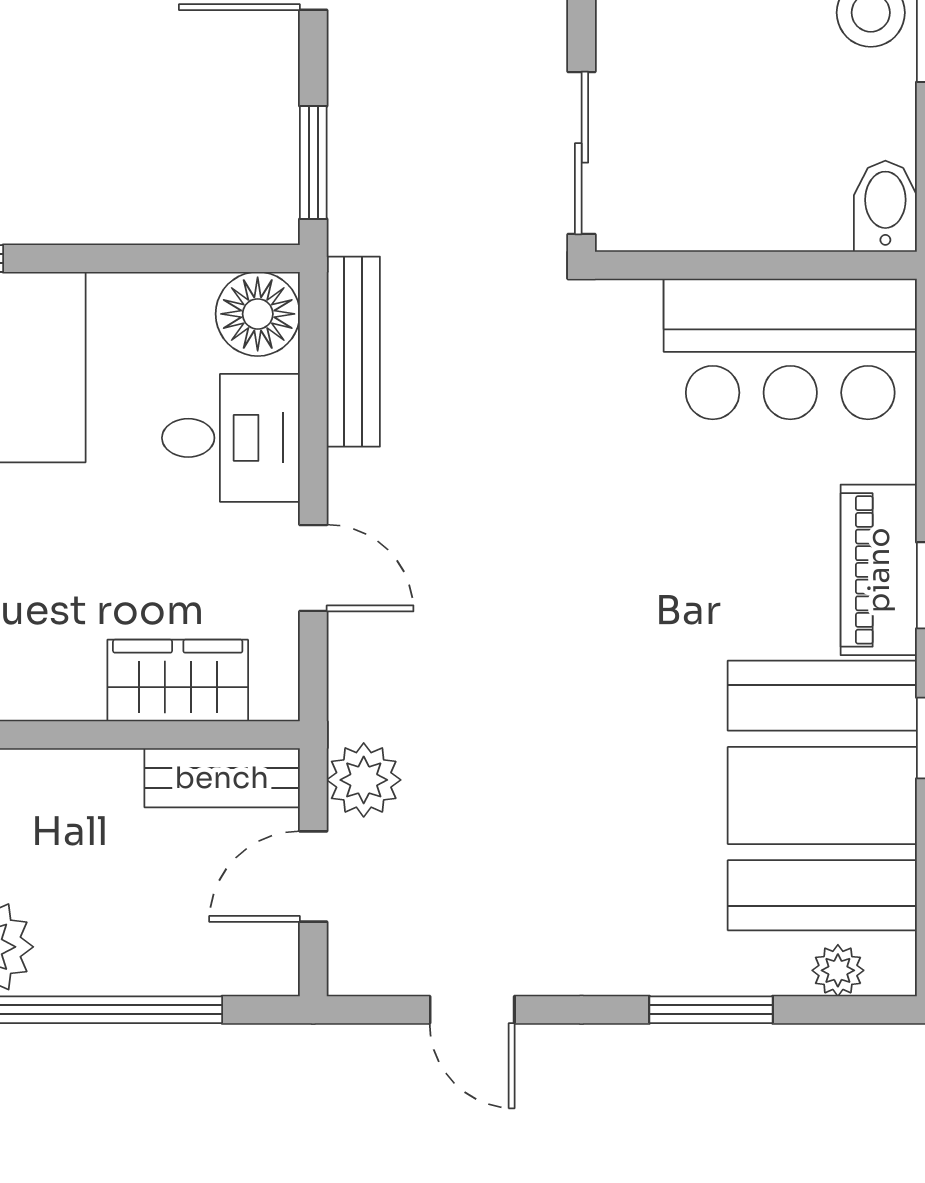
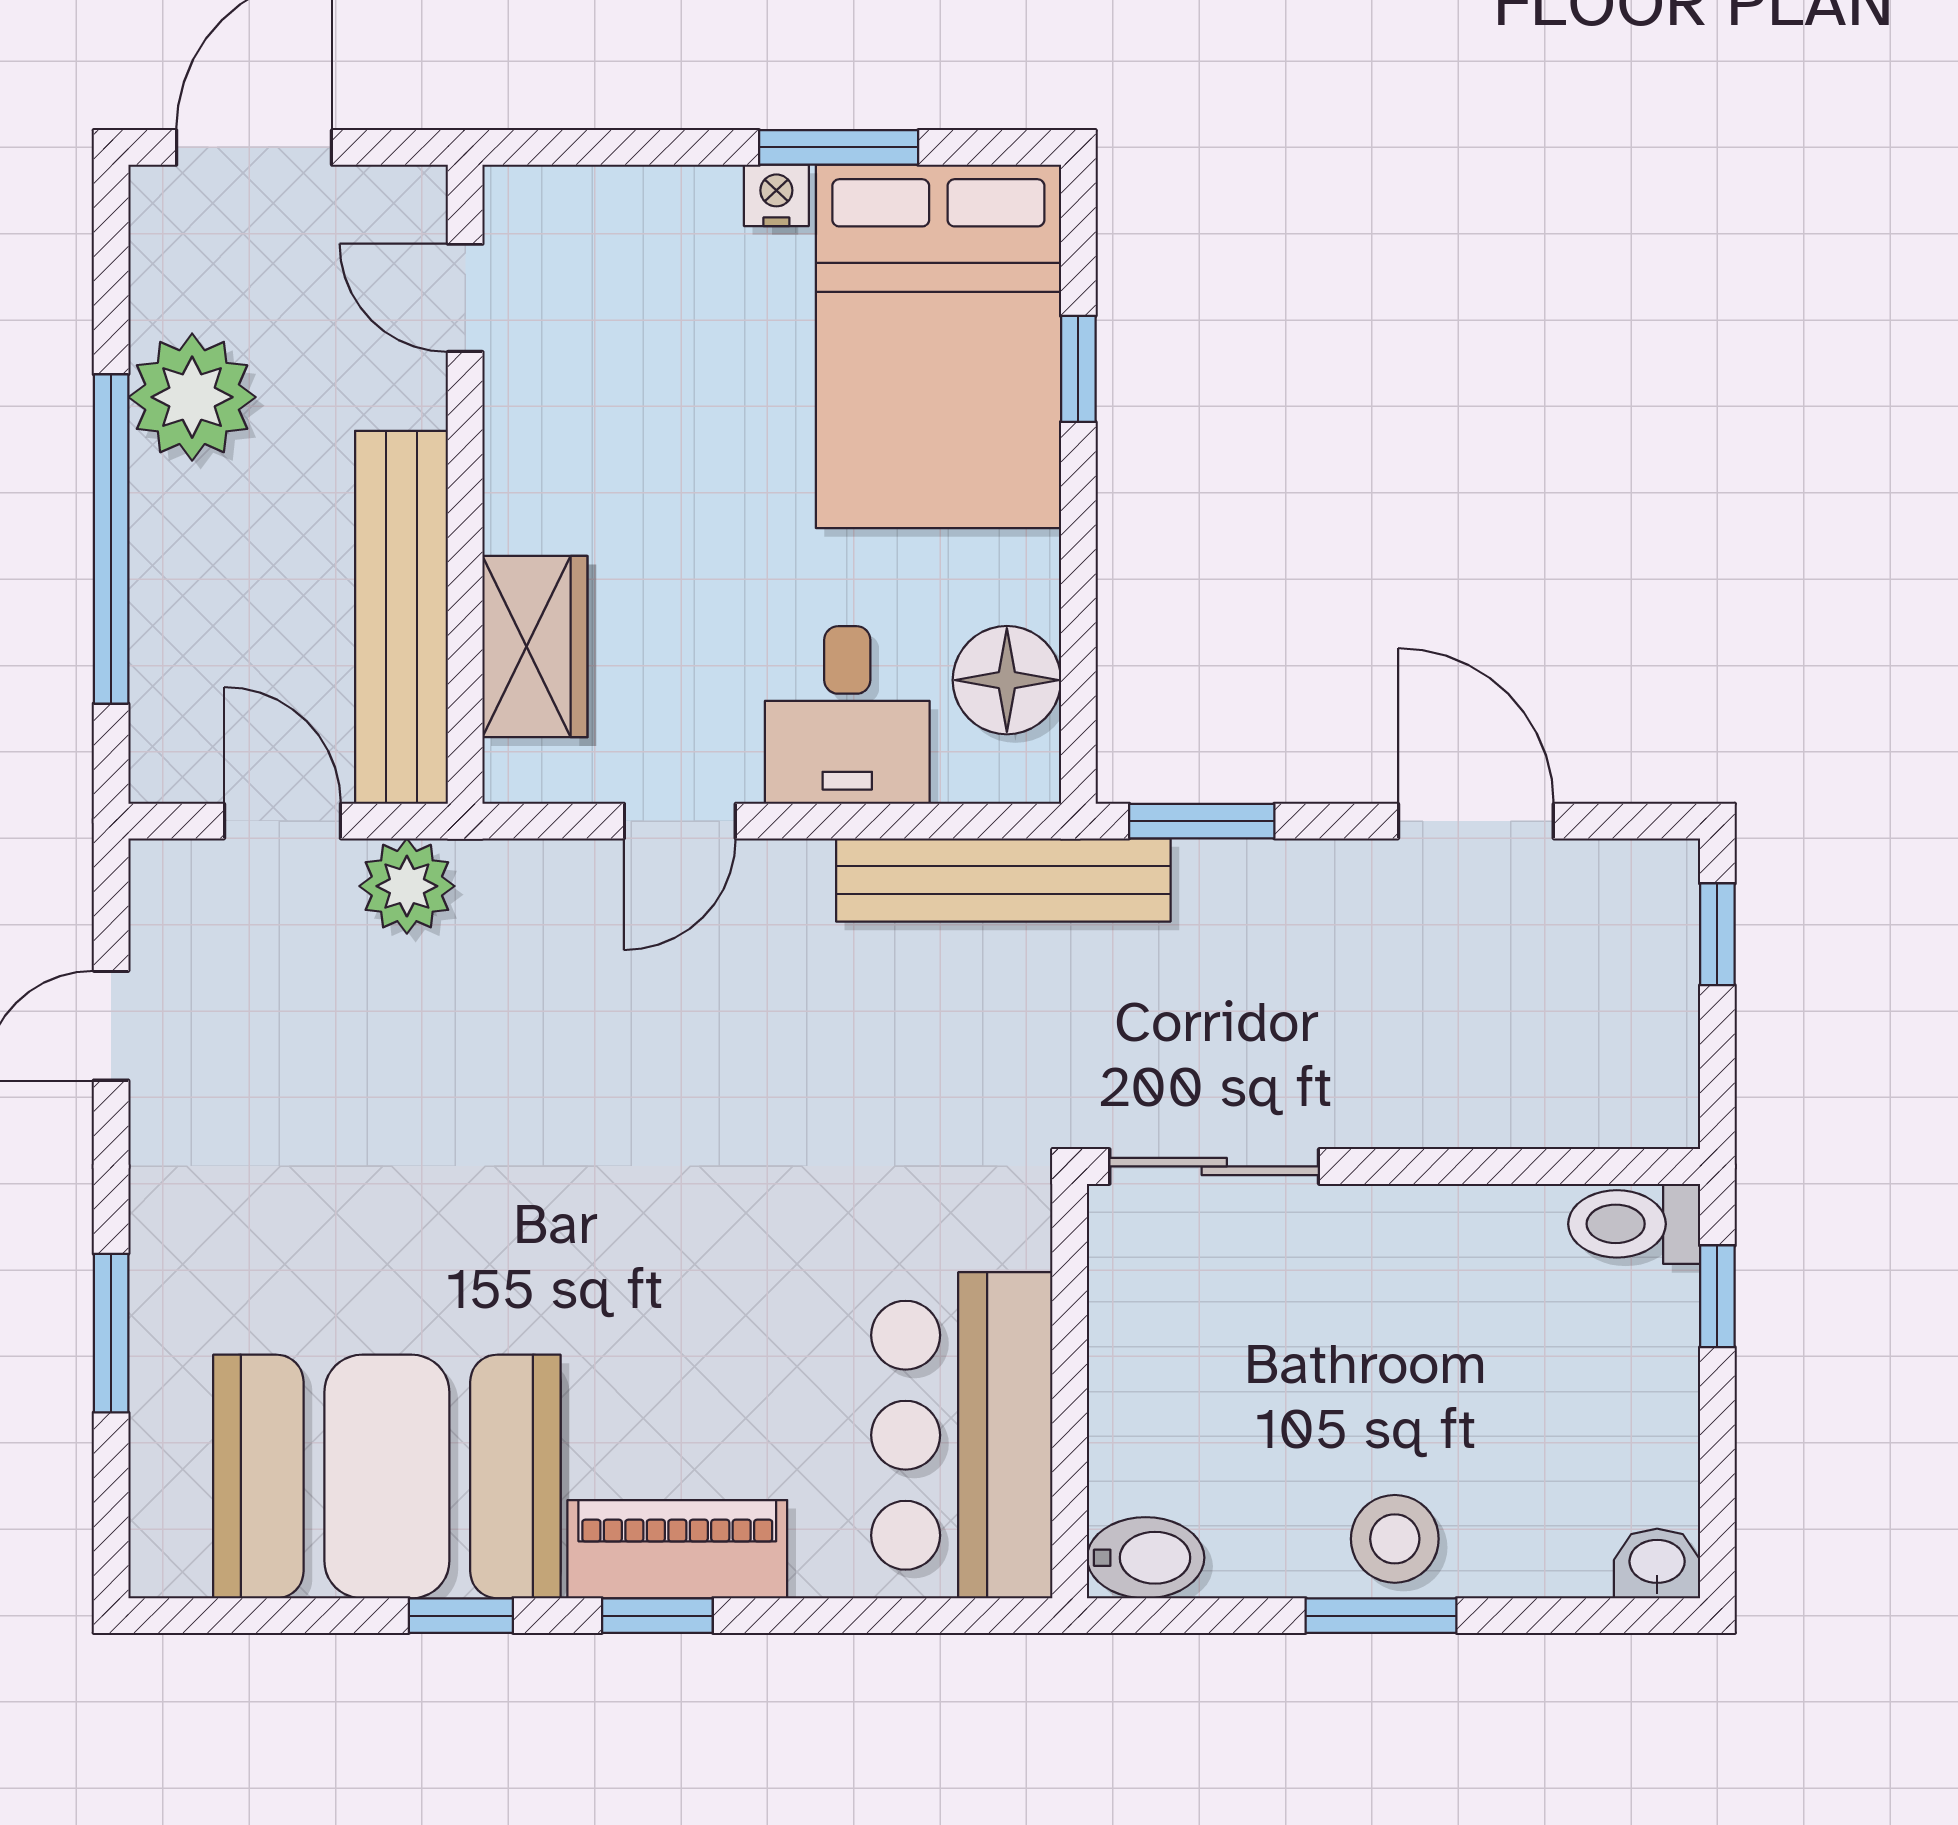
floor lamp: (258, 314) -> (1007, 680), moved
bench: (353, 352) -> (1003, 880), width x1.37, depth x1.21
bench: (222, 778) -> (401, 617), width x1.86, depth x1.21
plant: (838, 970) -> (162, 1497), removed

